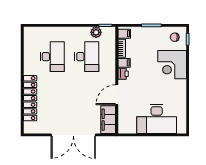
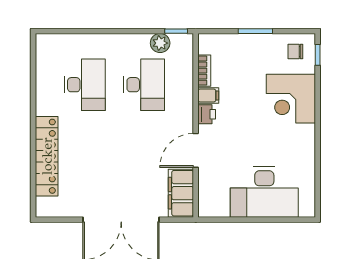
filing cabinet: (124, 34) -> (209, 45), removed

